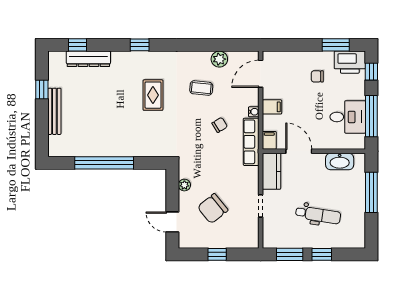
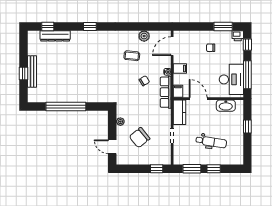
printer: (350, 62) -> (238, 36), width x0.53, depth x0.68
window: (42, 89) -> (24, 74), moved
rug: (153, 95) -> (99, 60), removed
desk: (348, 117) -> (231, 79), width x1.37
window: (371, 192) -> (247, 127), width x0.46
window: (217, 254) -> (157, 169), moved

